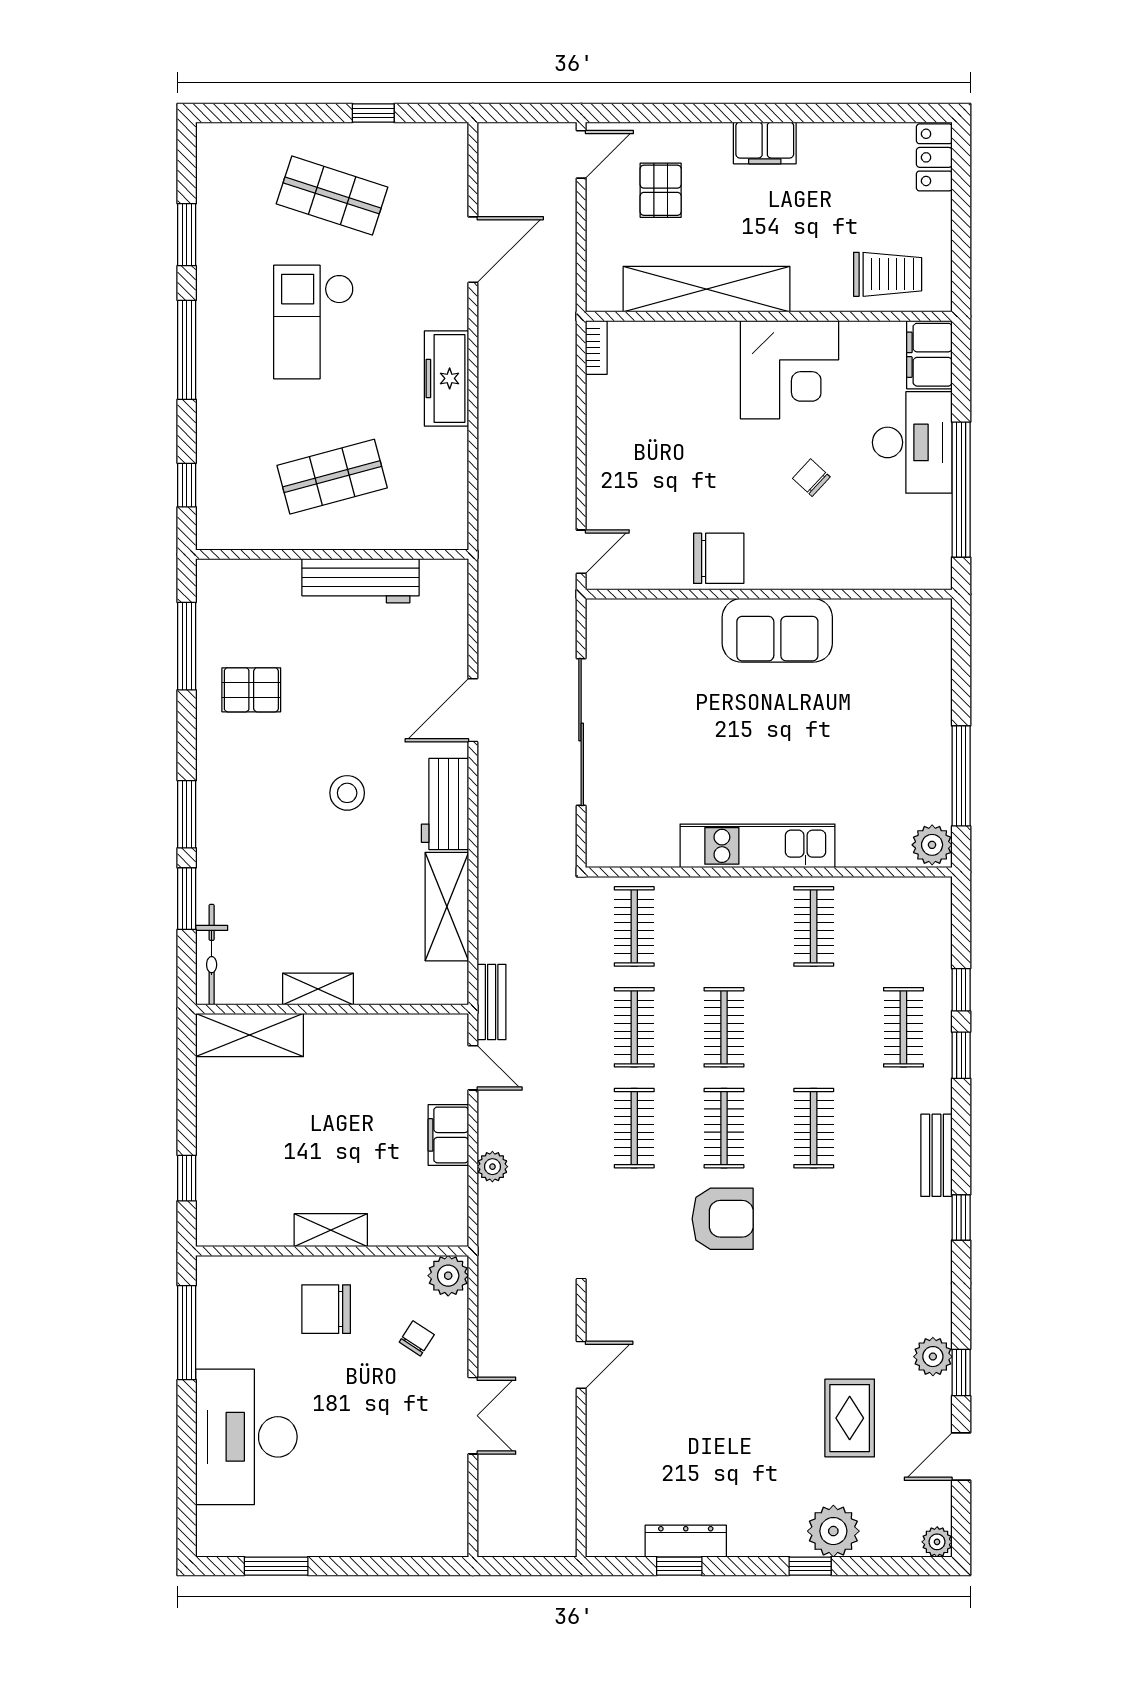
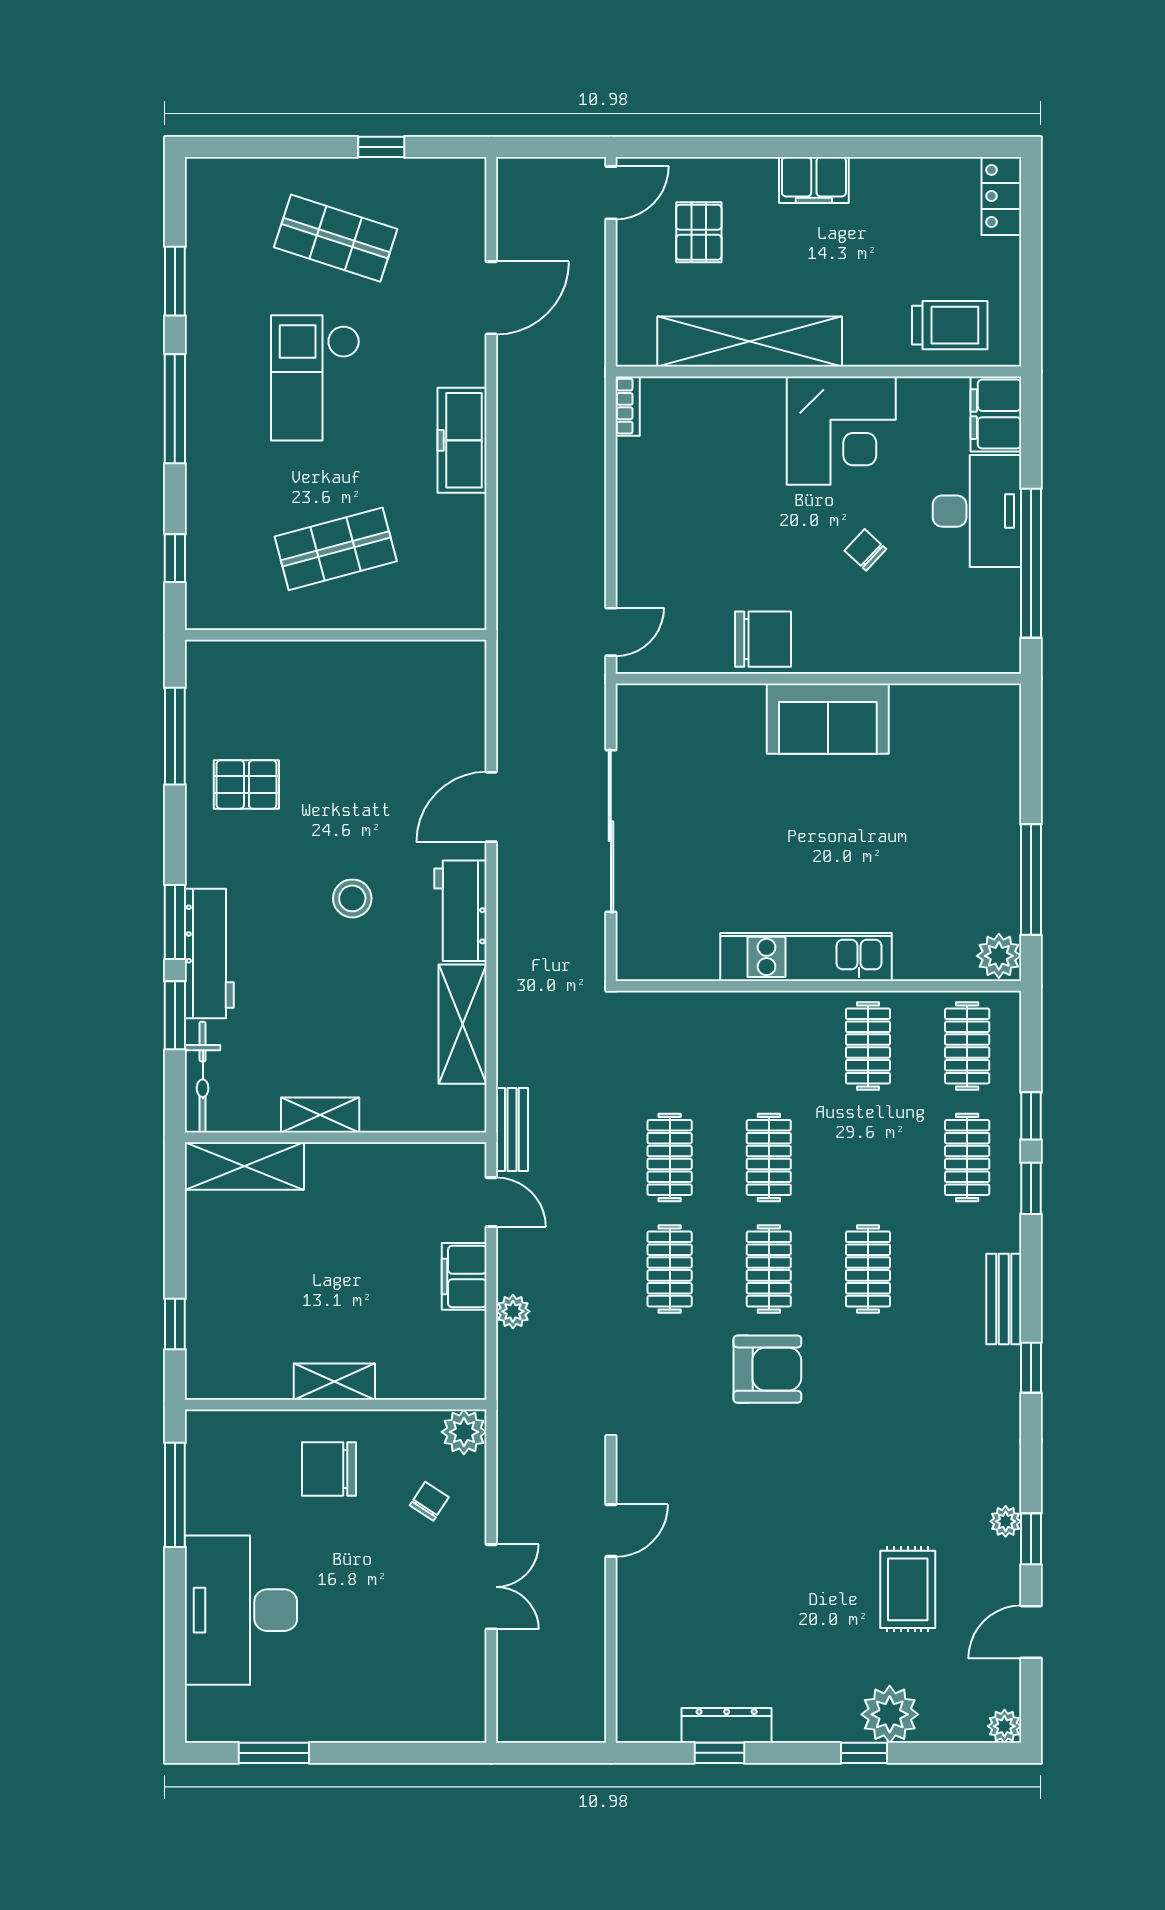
workbench: (361, 581) -> (209, 953), moved, turned -90
clothes rail: (634, 926) -> (967, 1046), moved
plant: (933, 1357) -> (1006, 1521), width x0.73, depth x0.73

